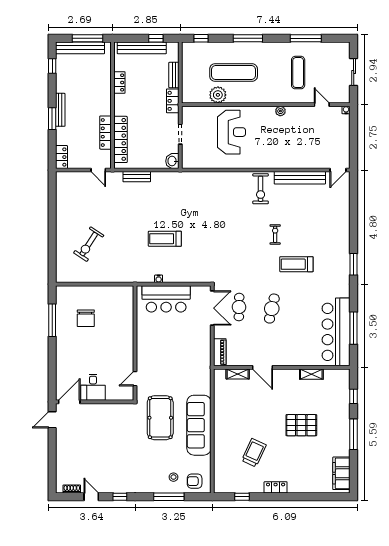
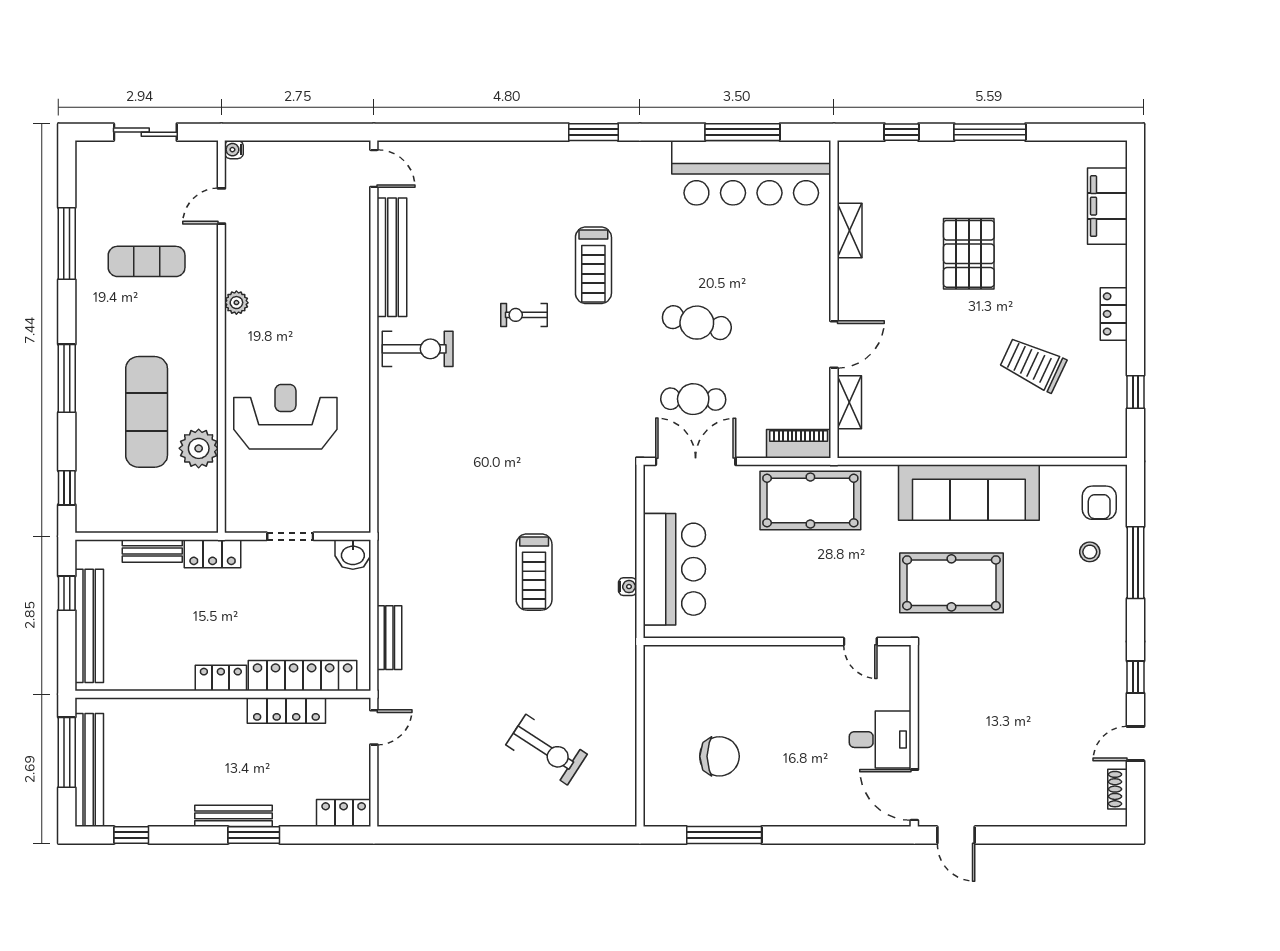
locker: (119, 82) -> (221, 678), moved
pool table: (196, 357) -> (810, 501), added
filing cabinet: (341, 473) -> (1107, 206), moved, turned 90

